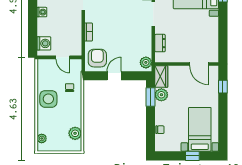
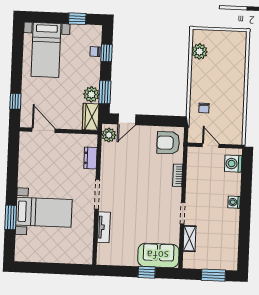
armchair: (97, 58) -> (168, 143), turned 90
door: (114, 76) -> (127, 119), moved
side table: (48, 99) -> (231, 95), removed
window: (151, 129) -> (106, 53), added
plant: (42, 138) -> (241, 47), removed
window: (192, 156) -> (77, 19), moved

